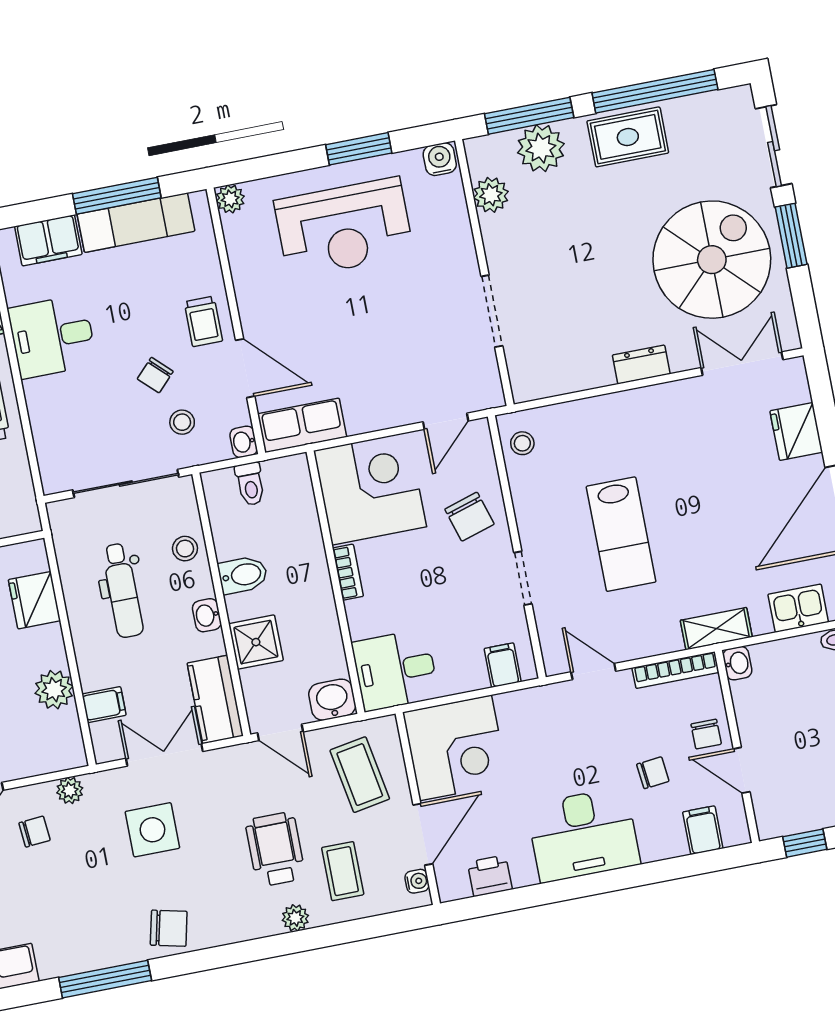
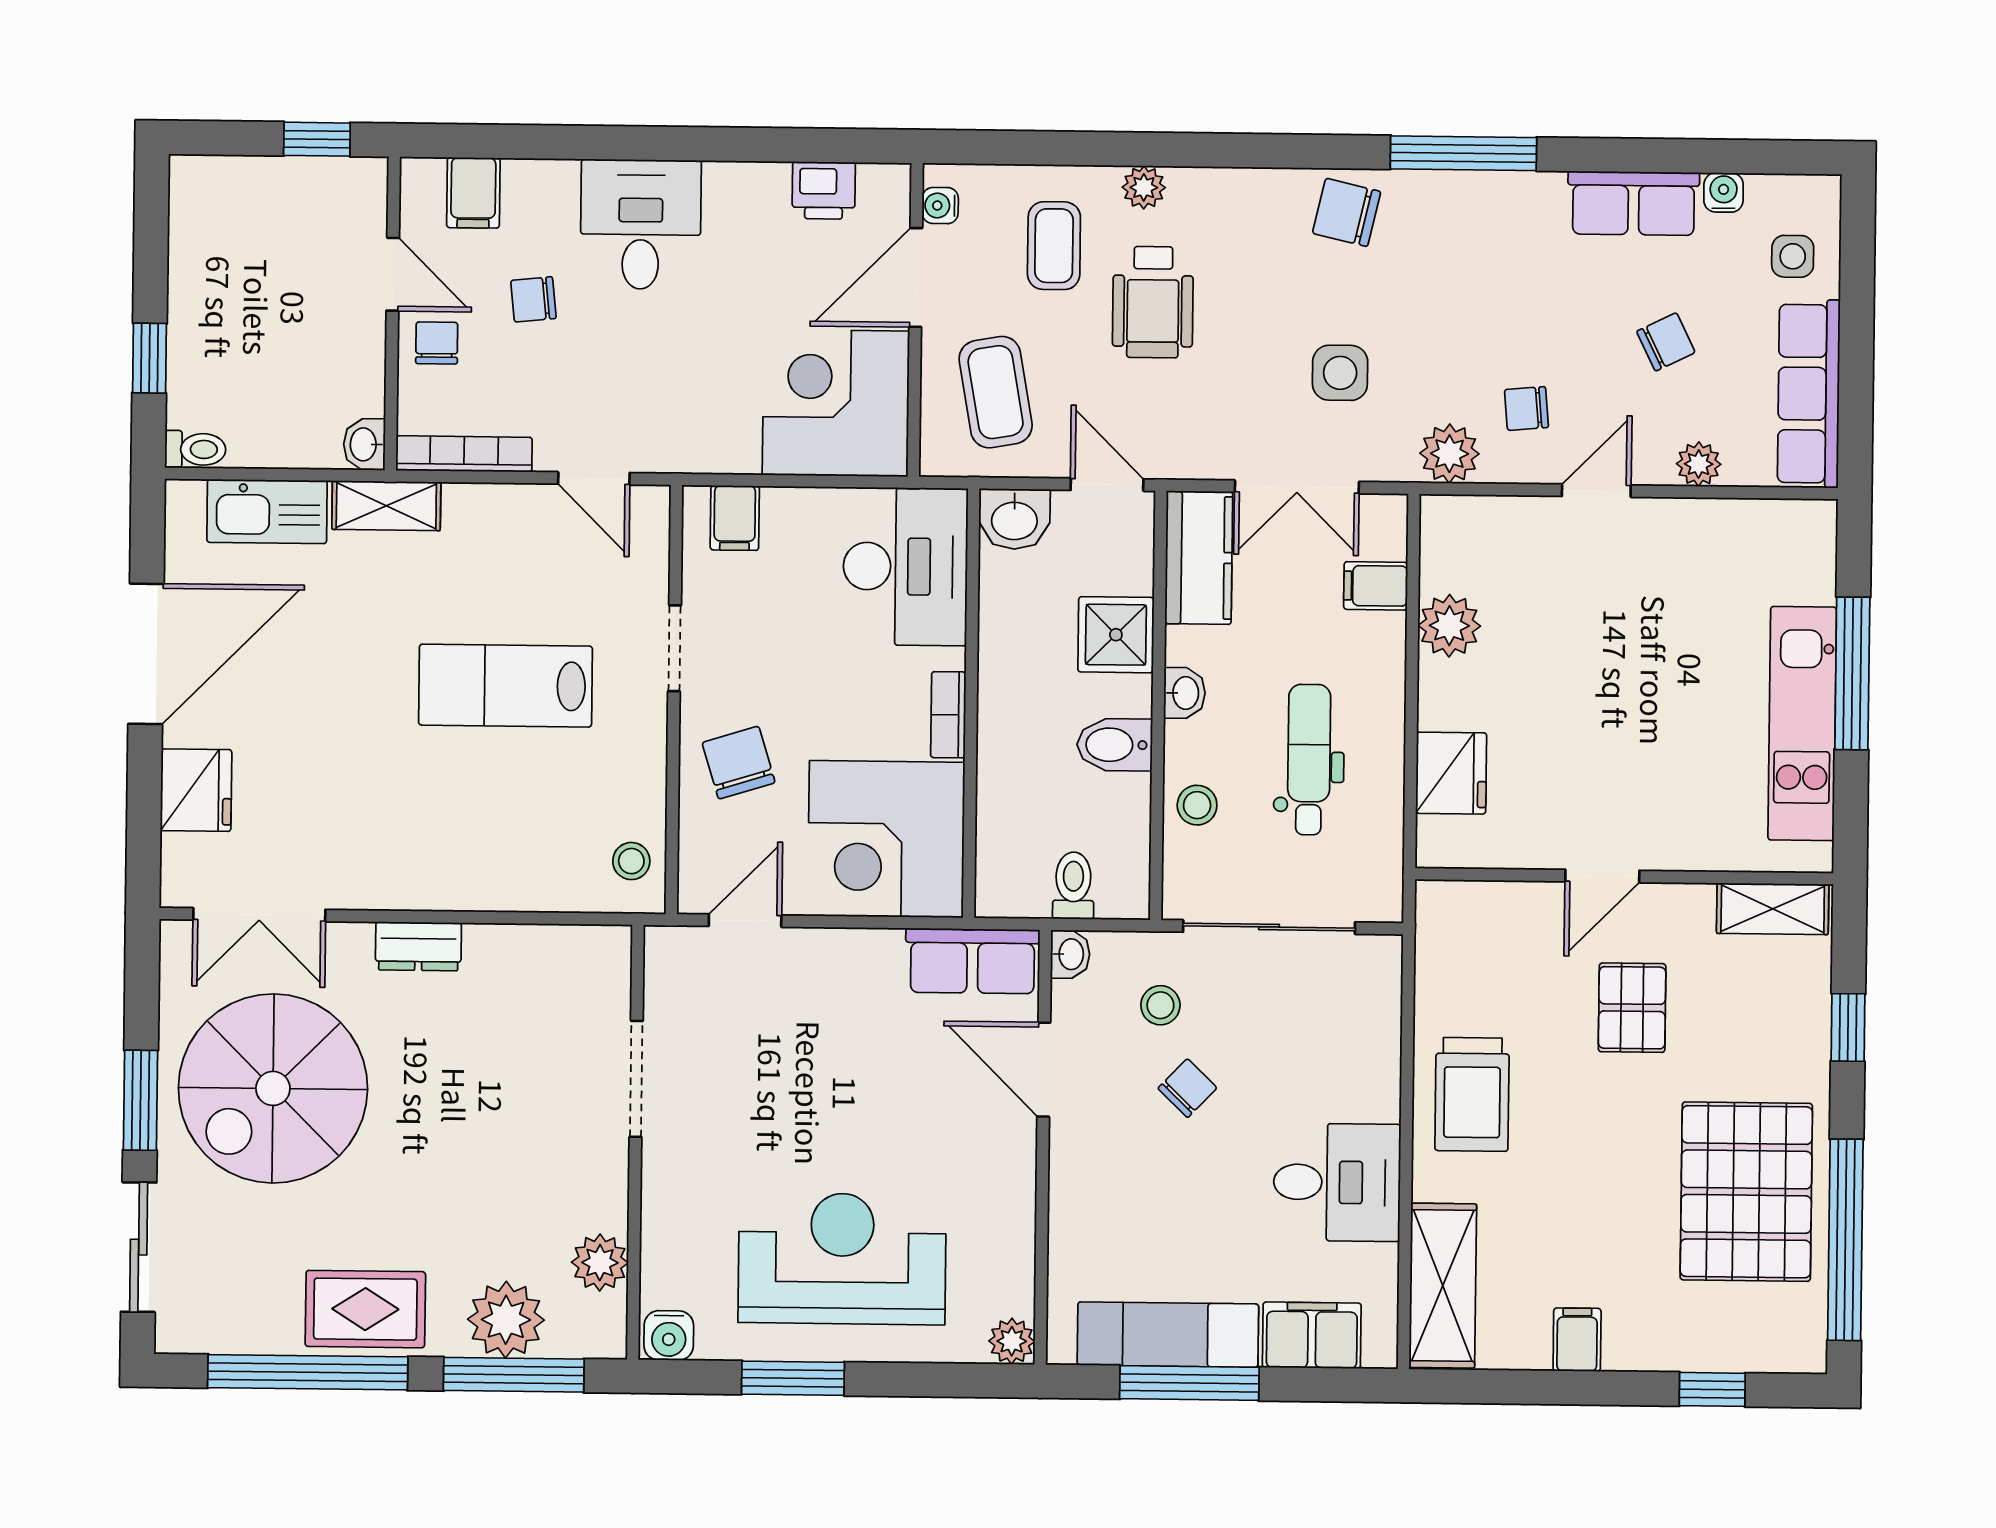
trolley: (203, 321) -> (1094, 1157), removed
lab bench: (621, 534) -> (505, 686), turned -90
kitchen sink: (798, 608) -> (267, 511), width x1.38
desk: (395, 670) -> (905, 566), width x1.37
plant: (70, 790) -> (1449, 454), width x1.38, depth x1.38
side table: (152, 830) -> (1340, 373), width x0.73, depth x0.73
desk: (583, 835) -> (641, 224), width x0.73

